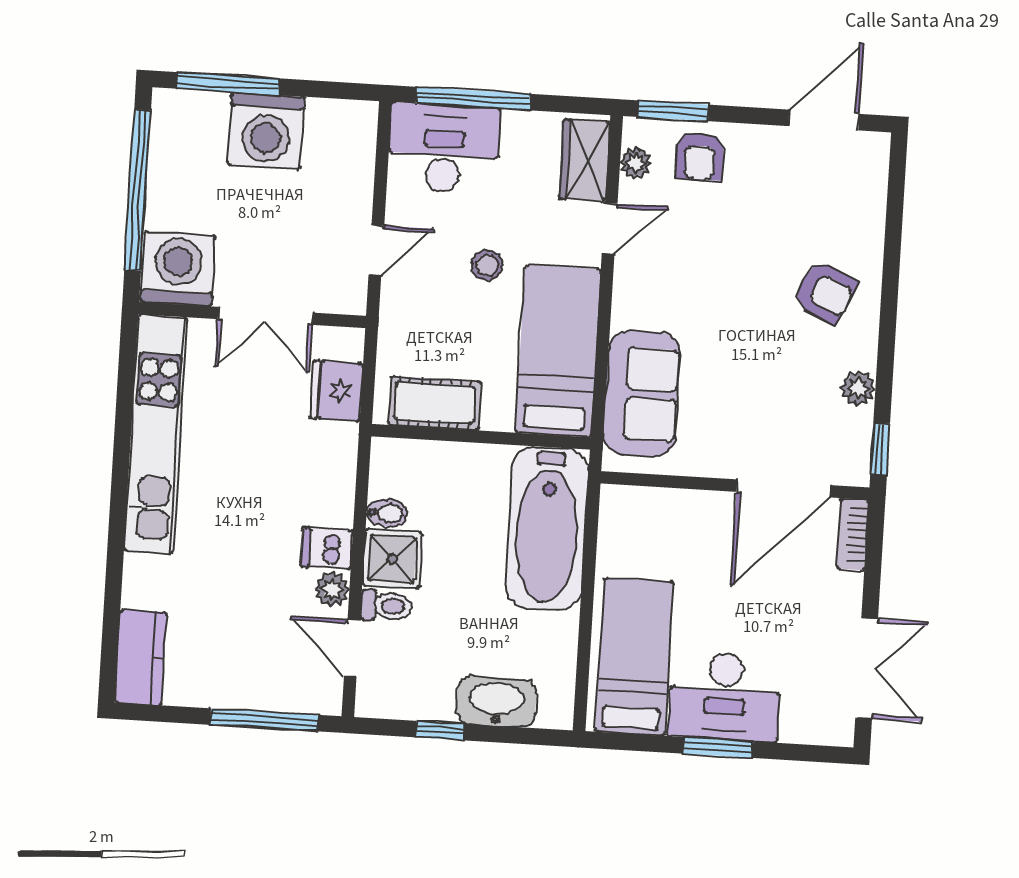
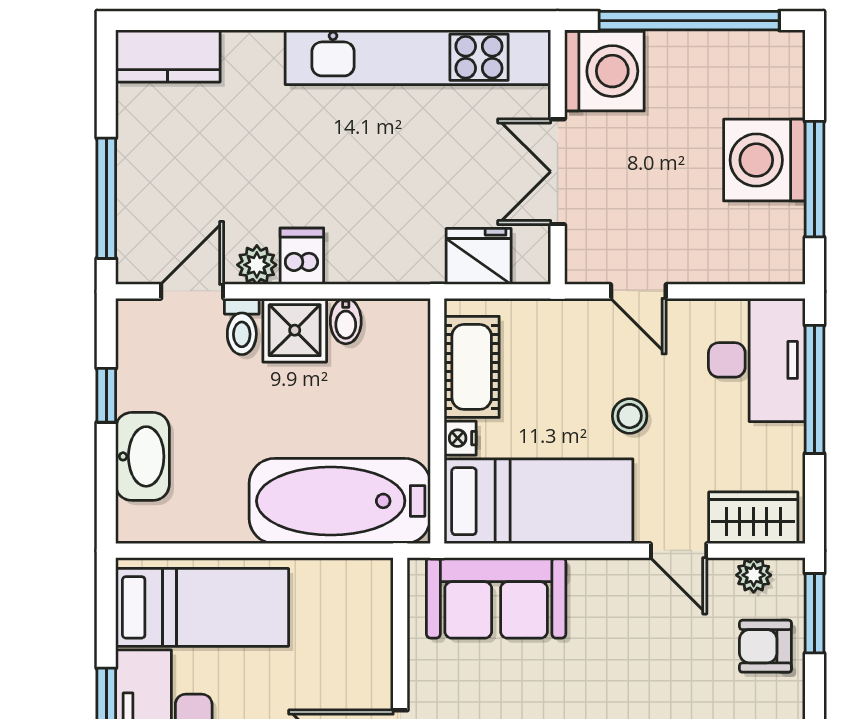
window: (228, 84) -> (814, 179), moved
nightstand: (498, 417) -> (460, 438), added

